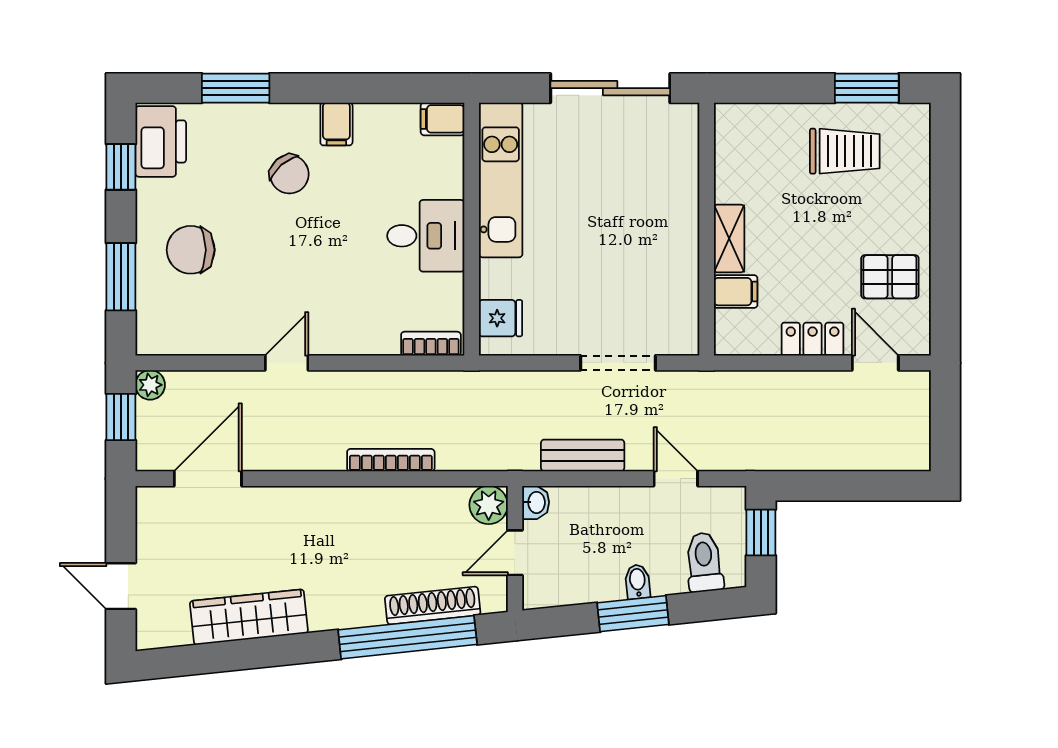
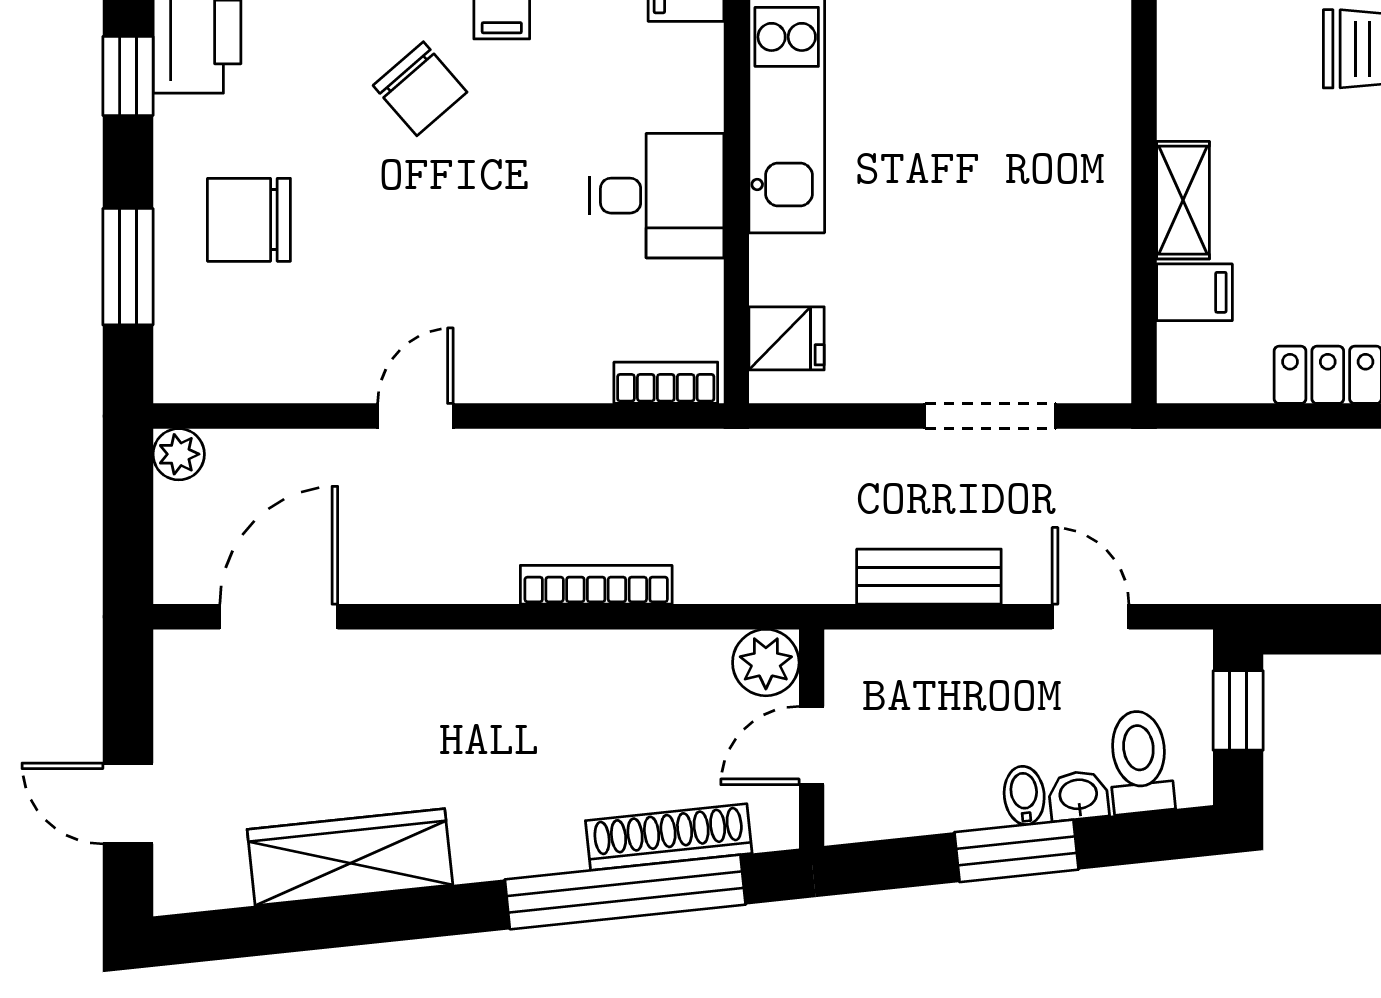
window: (121, 417) -> (128, 510), removed
washbasin: (536, 502) -> (1078, 796), moved, turned -96

